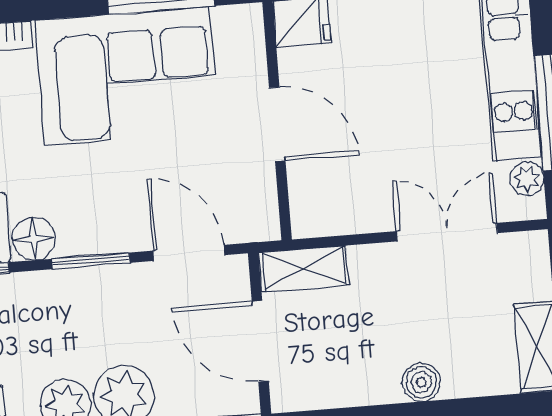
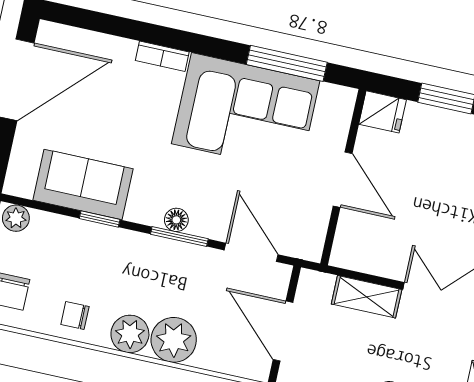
floor lamp: (34, 239) -> (176, 220), moved, width x0.73, depth x0.73
shelving: (304, 269) -> (367, 297), moved

